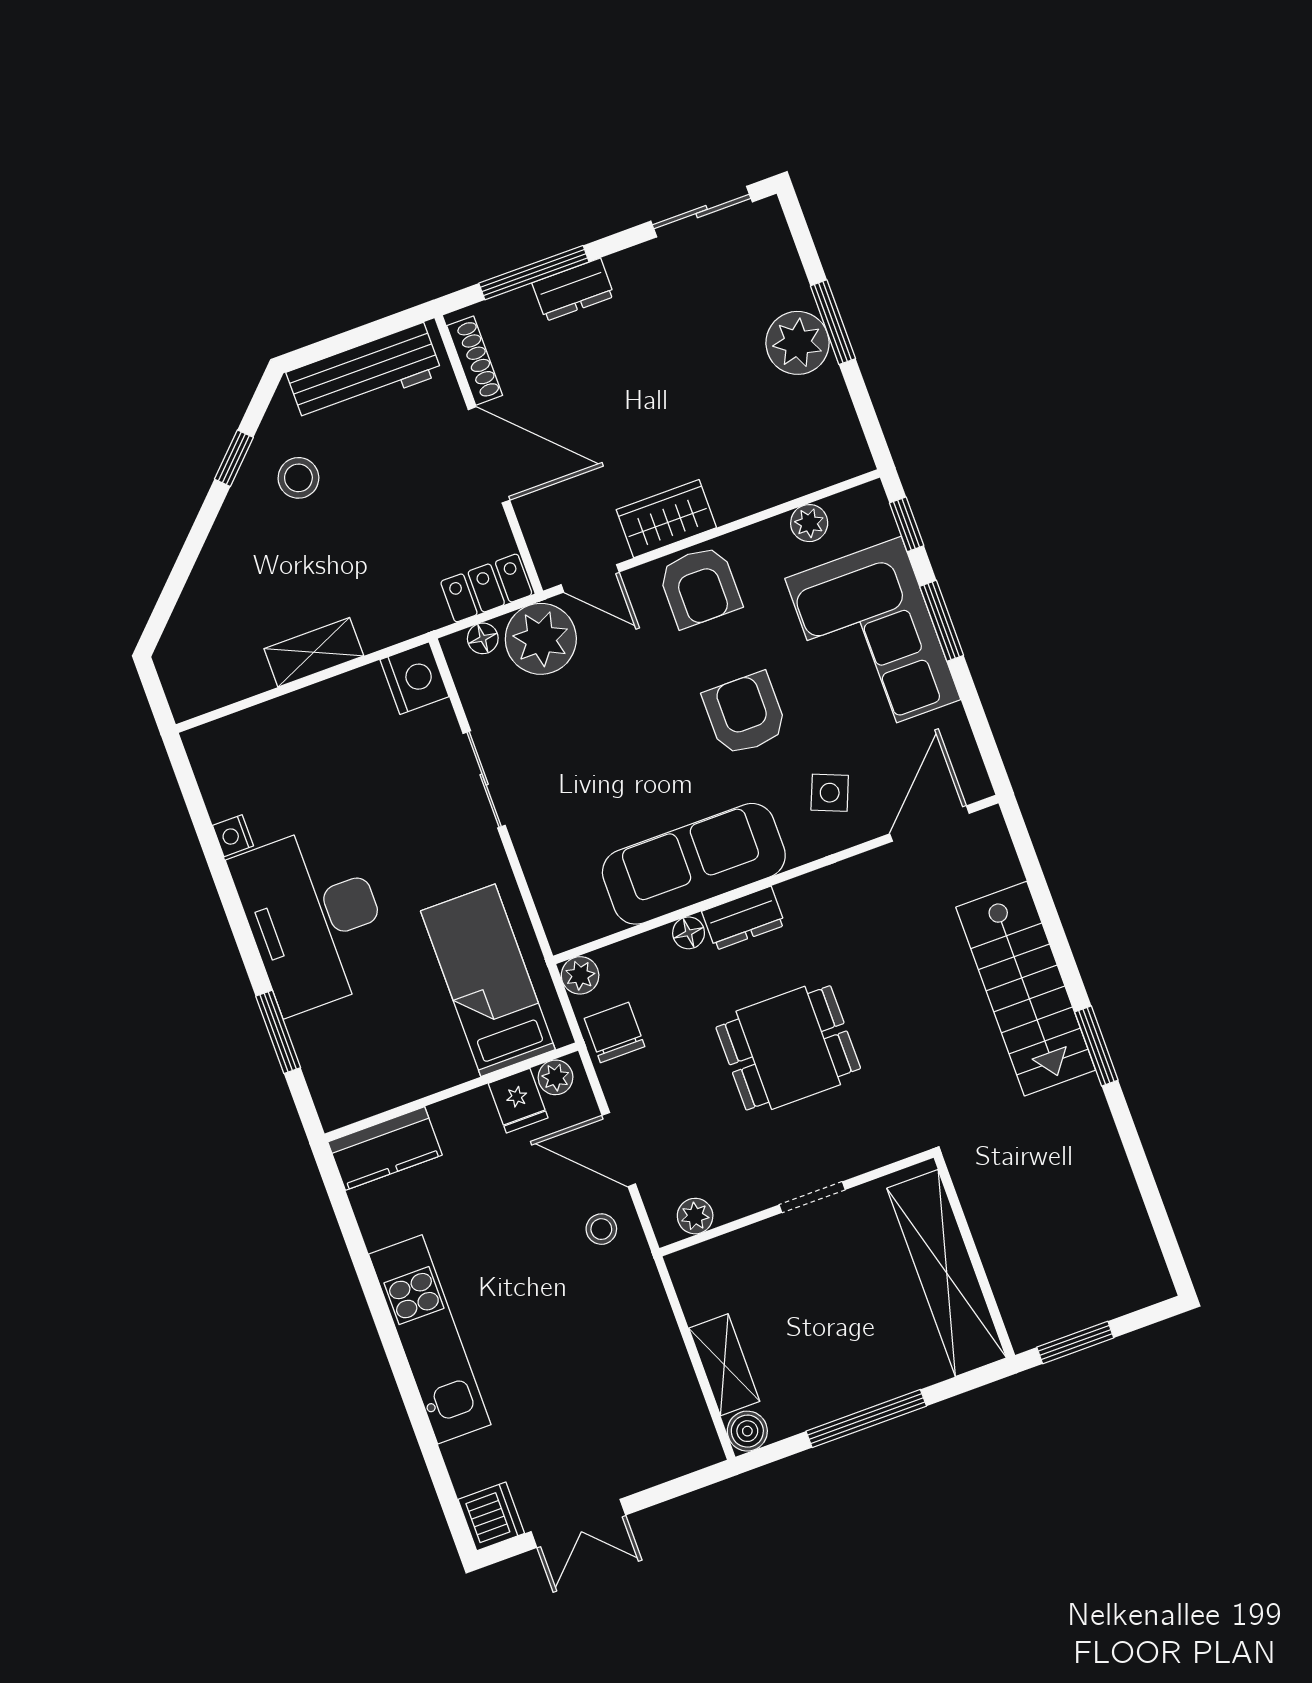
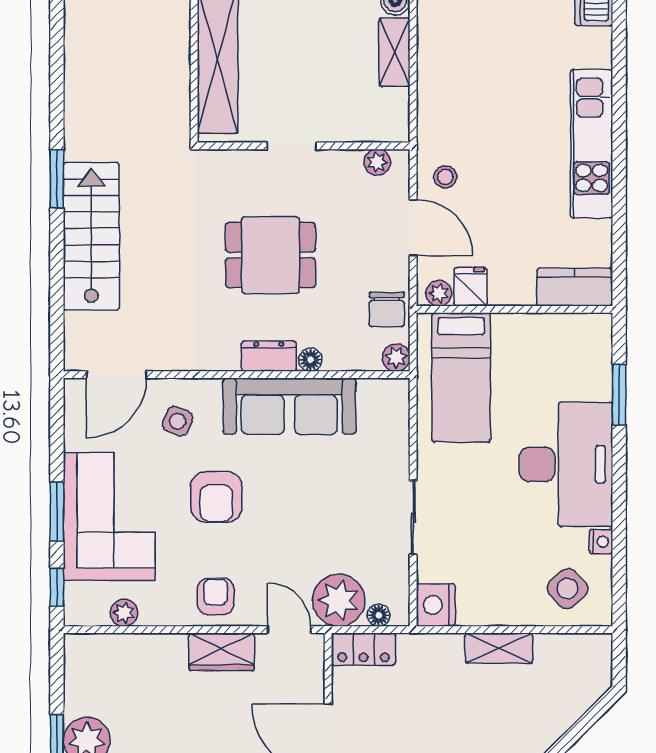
armchair: (700, 587) -> (216, 596), width x0.72, depth x0.72
side table: (254, 760) -> (568, 589), added

